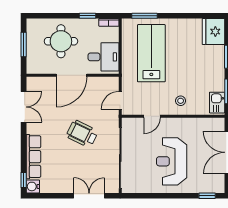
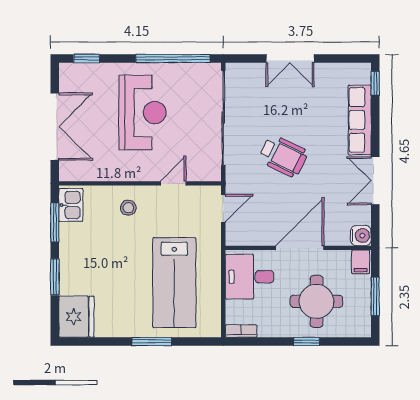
window: (87, 16) -> (307, 341), moved
window: (144, 16) -> (152, 341), moved
filing cabinet: (33, 66) -> (361, 262), added
double door: (24, 107) -> (375, 181), moved
water cooler: (33, 186) -> (361, 235), moved
double door: (89, 196) -> (290, 59), moved
window: (152, 196) -> (173, 59), added

